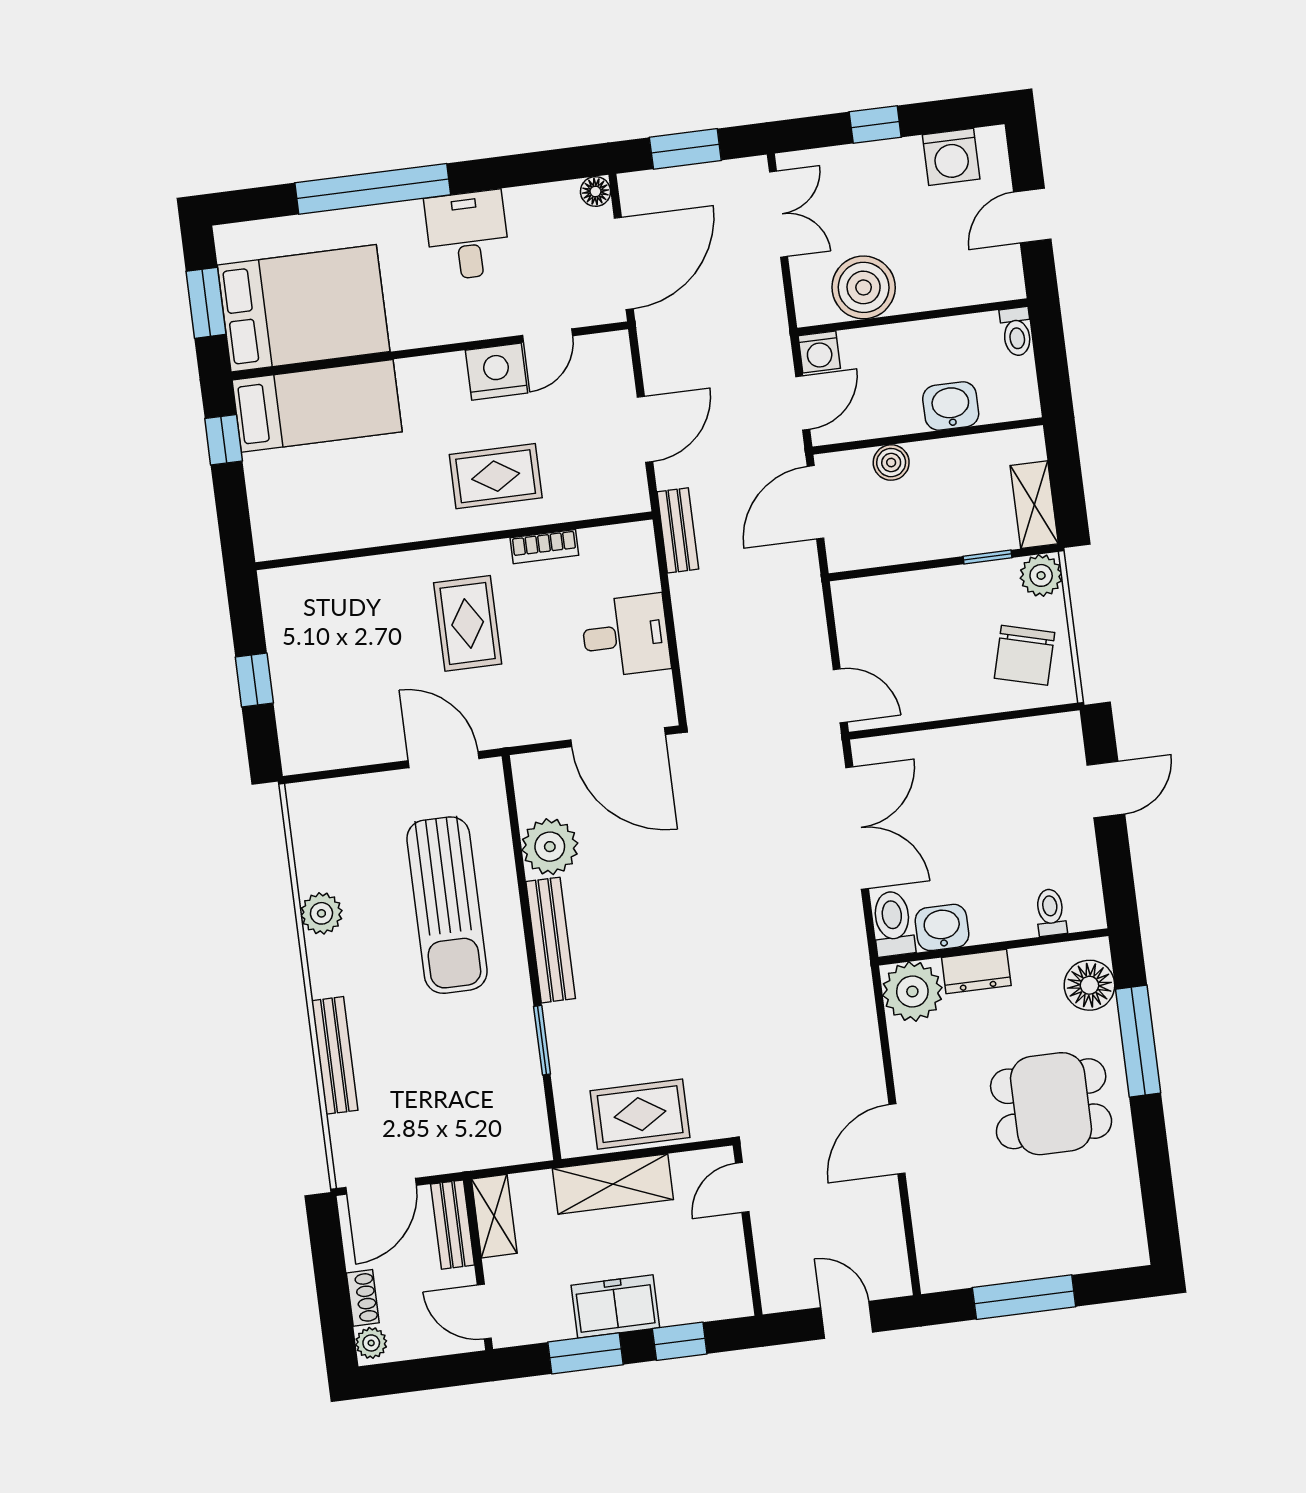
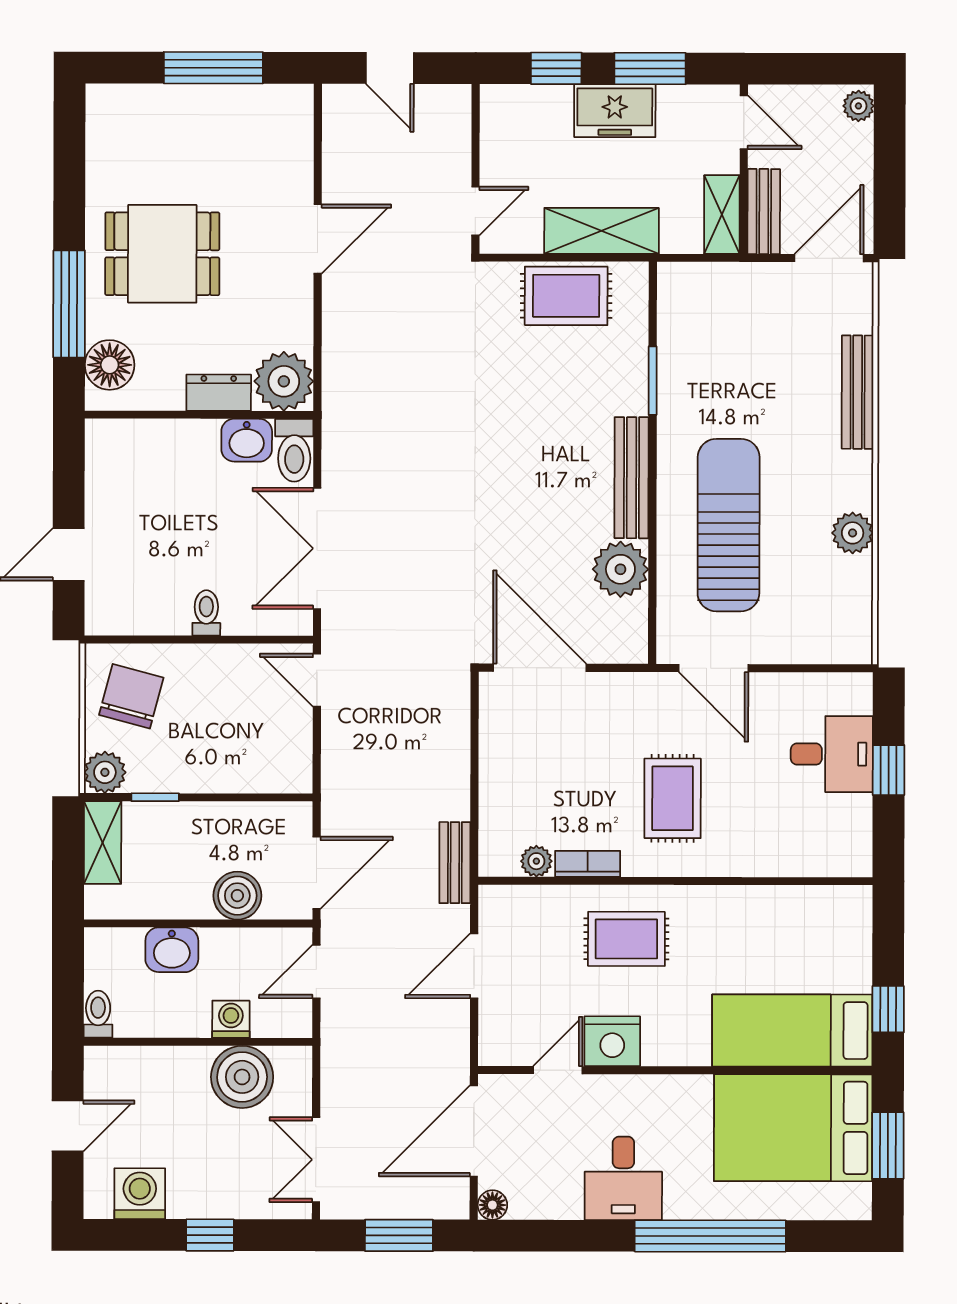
washing machine: (819, 352) -> (231, 1019), moved
boiler: (891, 463) -> (237, 896), width x1.36, depth x1.36
plant: (596, 543) -> (536, 861), added
desk: (626, 636) -> (832, 754), moved, turned 180
toilet: (1051, 912) -> (206, 613), moved, turned 180
shoe rack: (363, 1298) -> (861, 151), removed

